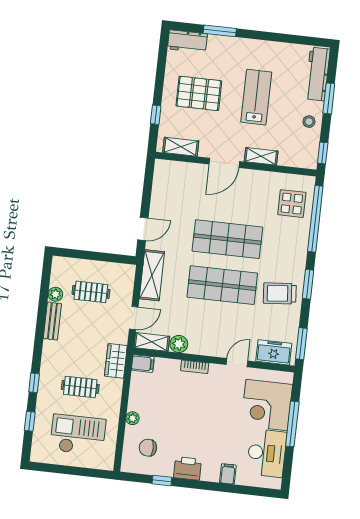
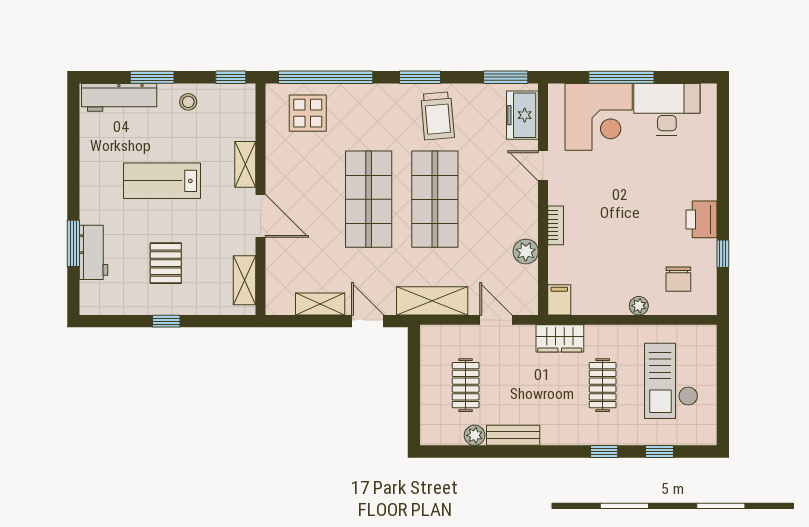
workbench: (187, 41) -> (94, 252), moved
pallet: (199, 93) -> (166, 263), width x0.67, depth x0.71
window: (156, 115) -> (166, 321), moved
shelving: (152, 342) -> (320, 304), moved, turned 90
filing cabinet: (228, 474) -> (703, 161), removed

